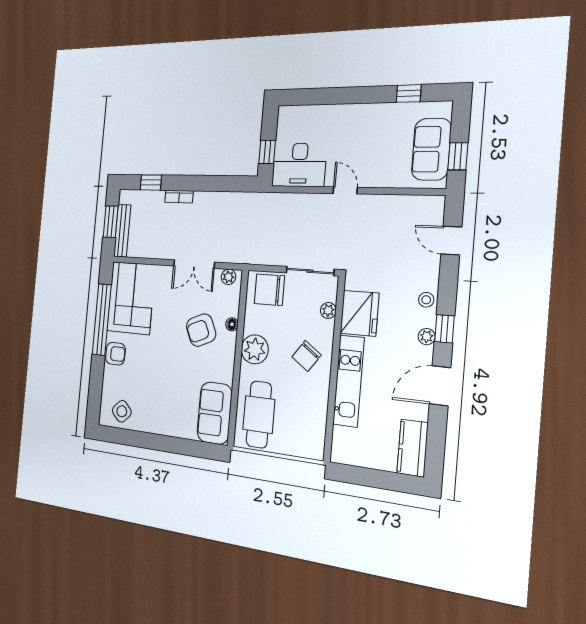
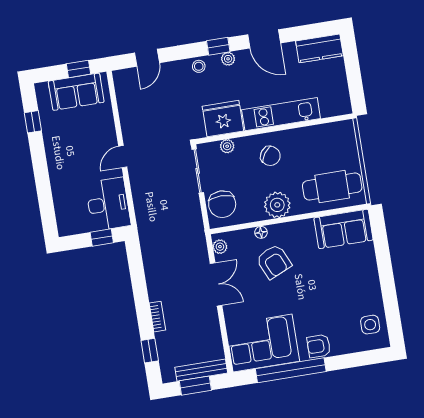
armchair: (115, 354) -> (319, 346), turned -90
side table: (122, 411) -> (370, 325), turned 45

